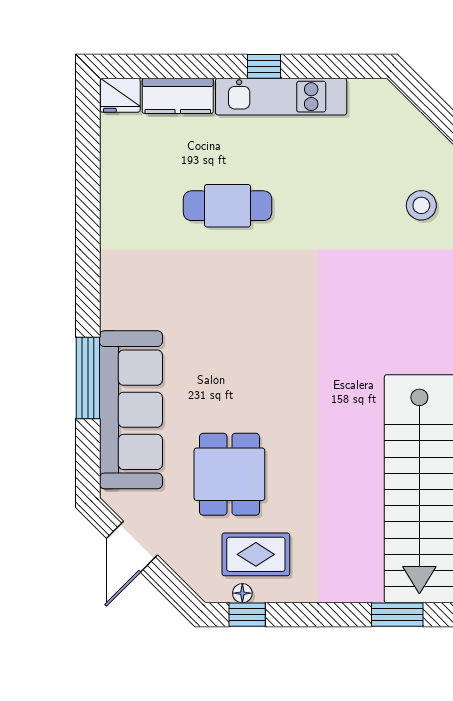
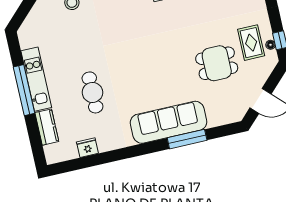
window: (264, 66) -> (24, 90), width x3.17
fridge: (120, 95) -> (87, 148), moved, turned -90
sofa: (131, 410) -> (169, 122), moved

